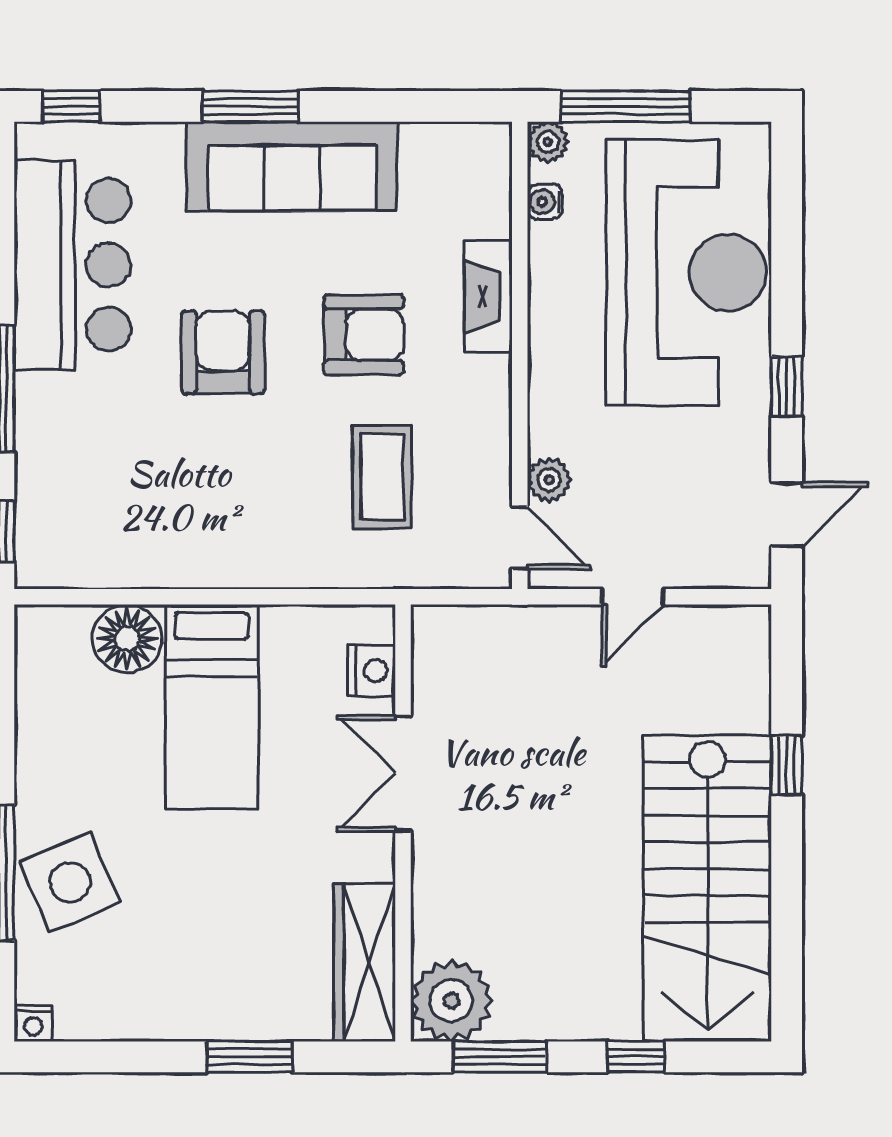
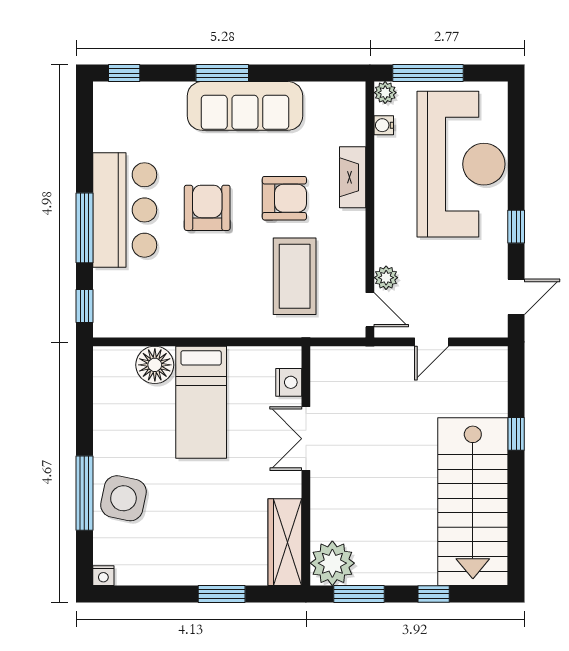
bar counter: (72, 265) -> (125, 210), moved
coffee table: (382, 477) -> (295, 276), width x1.36, depth x1.32
side table: (70, 882) -> (123, 498), turned 35

